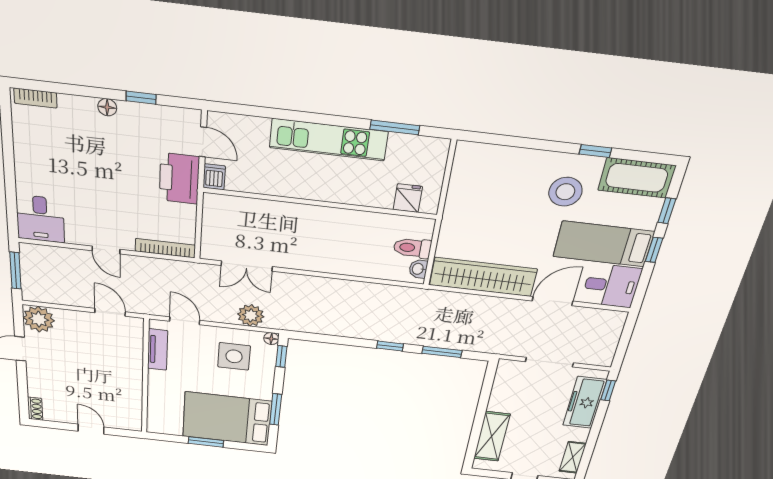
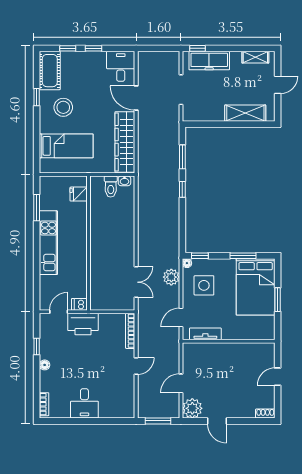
desk: (40, 219) -> (84, 403), moved, turned 90
bed: (604, 244) -> (66, 146), moved, turned -90
door: (110, 312) -> (181, 383), moved

